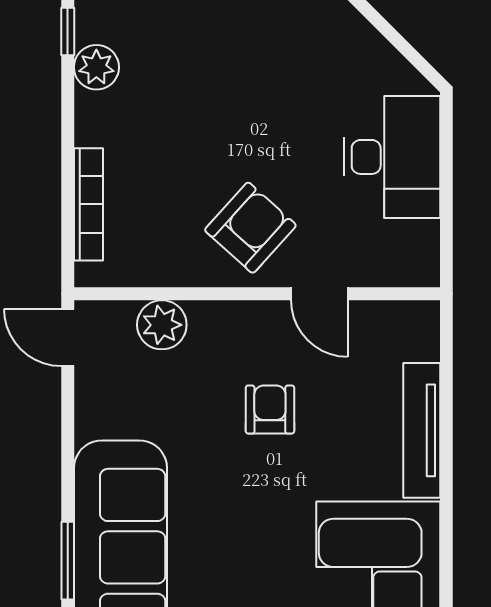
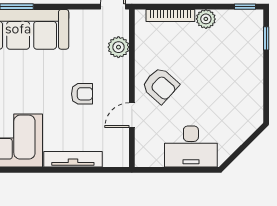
plant: (96, 67) -> (206, 19), moved

